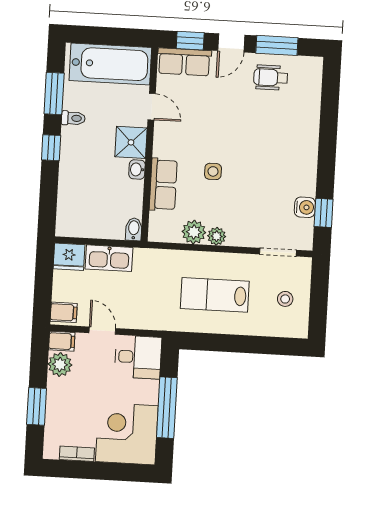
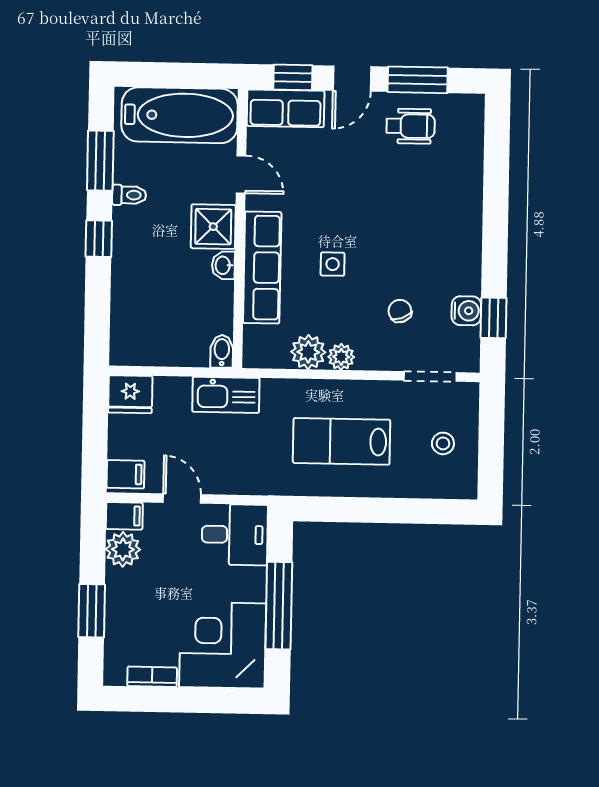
wheelchair: (271, 77) -> (410, 126), turned 180
row of seats: (163, 185) -> (262, 268), width x1.48
chair: (259, 206) -> (400, 311), added
kitchen sink: (109, 258) -> (226, 395), moved

